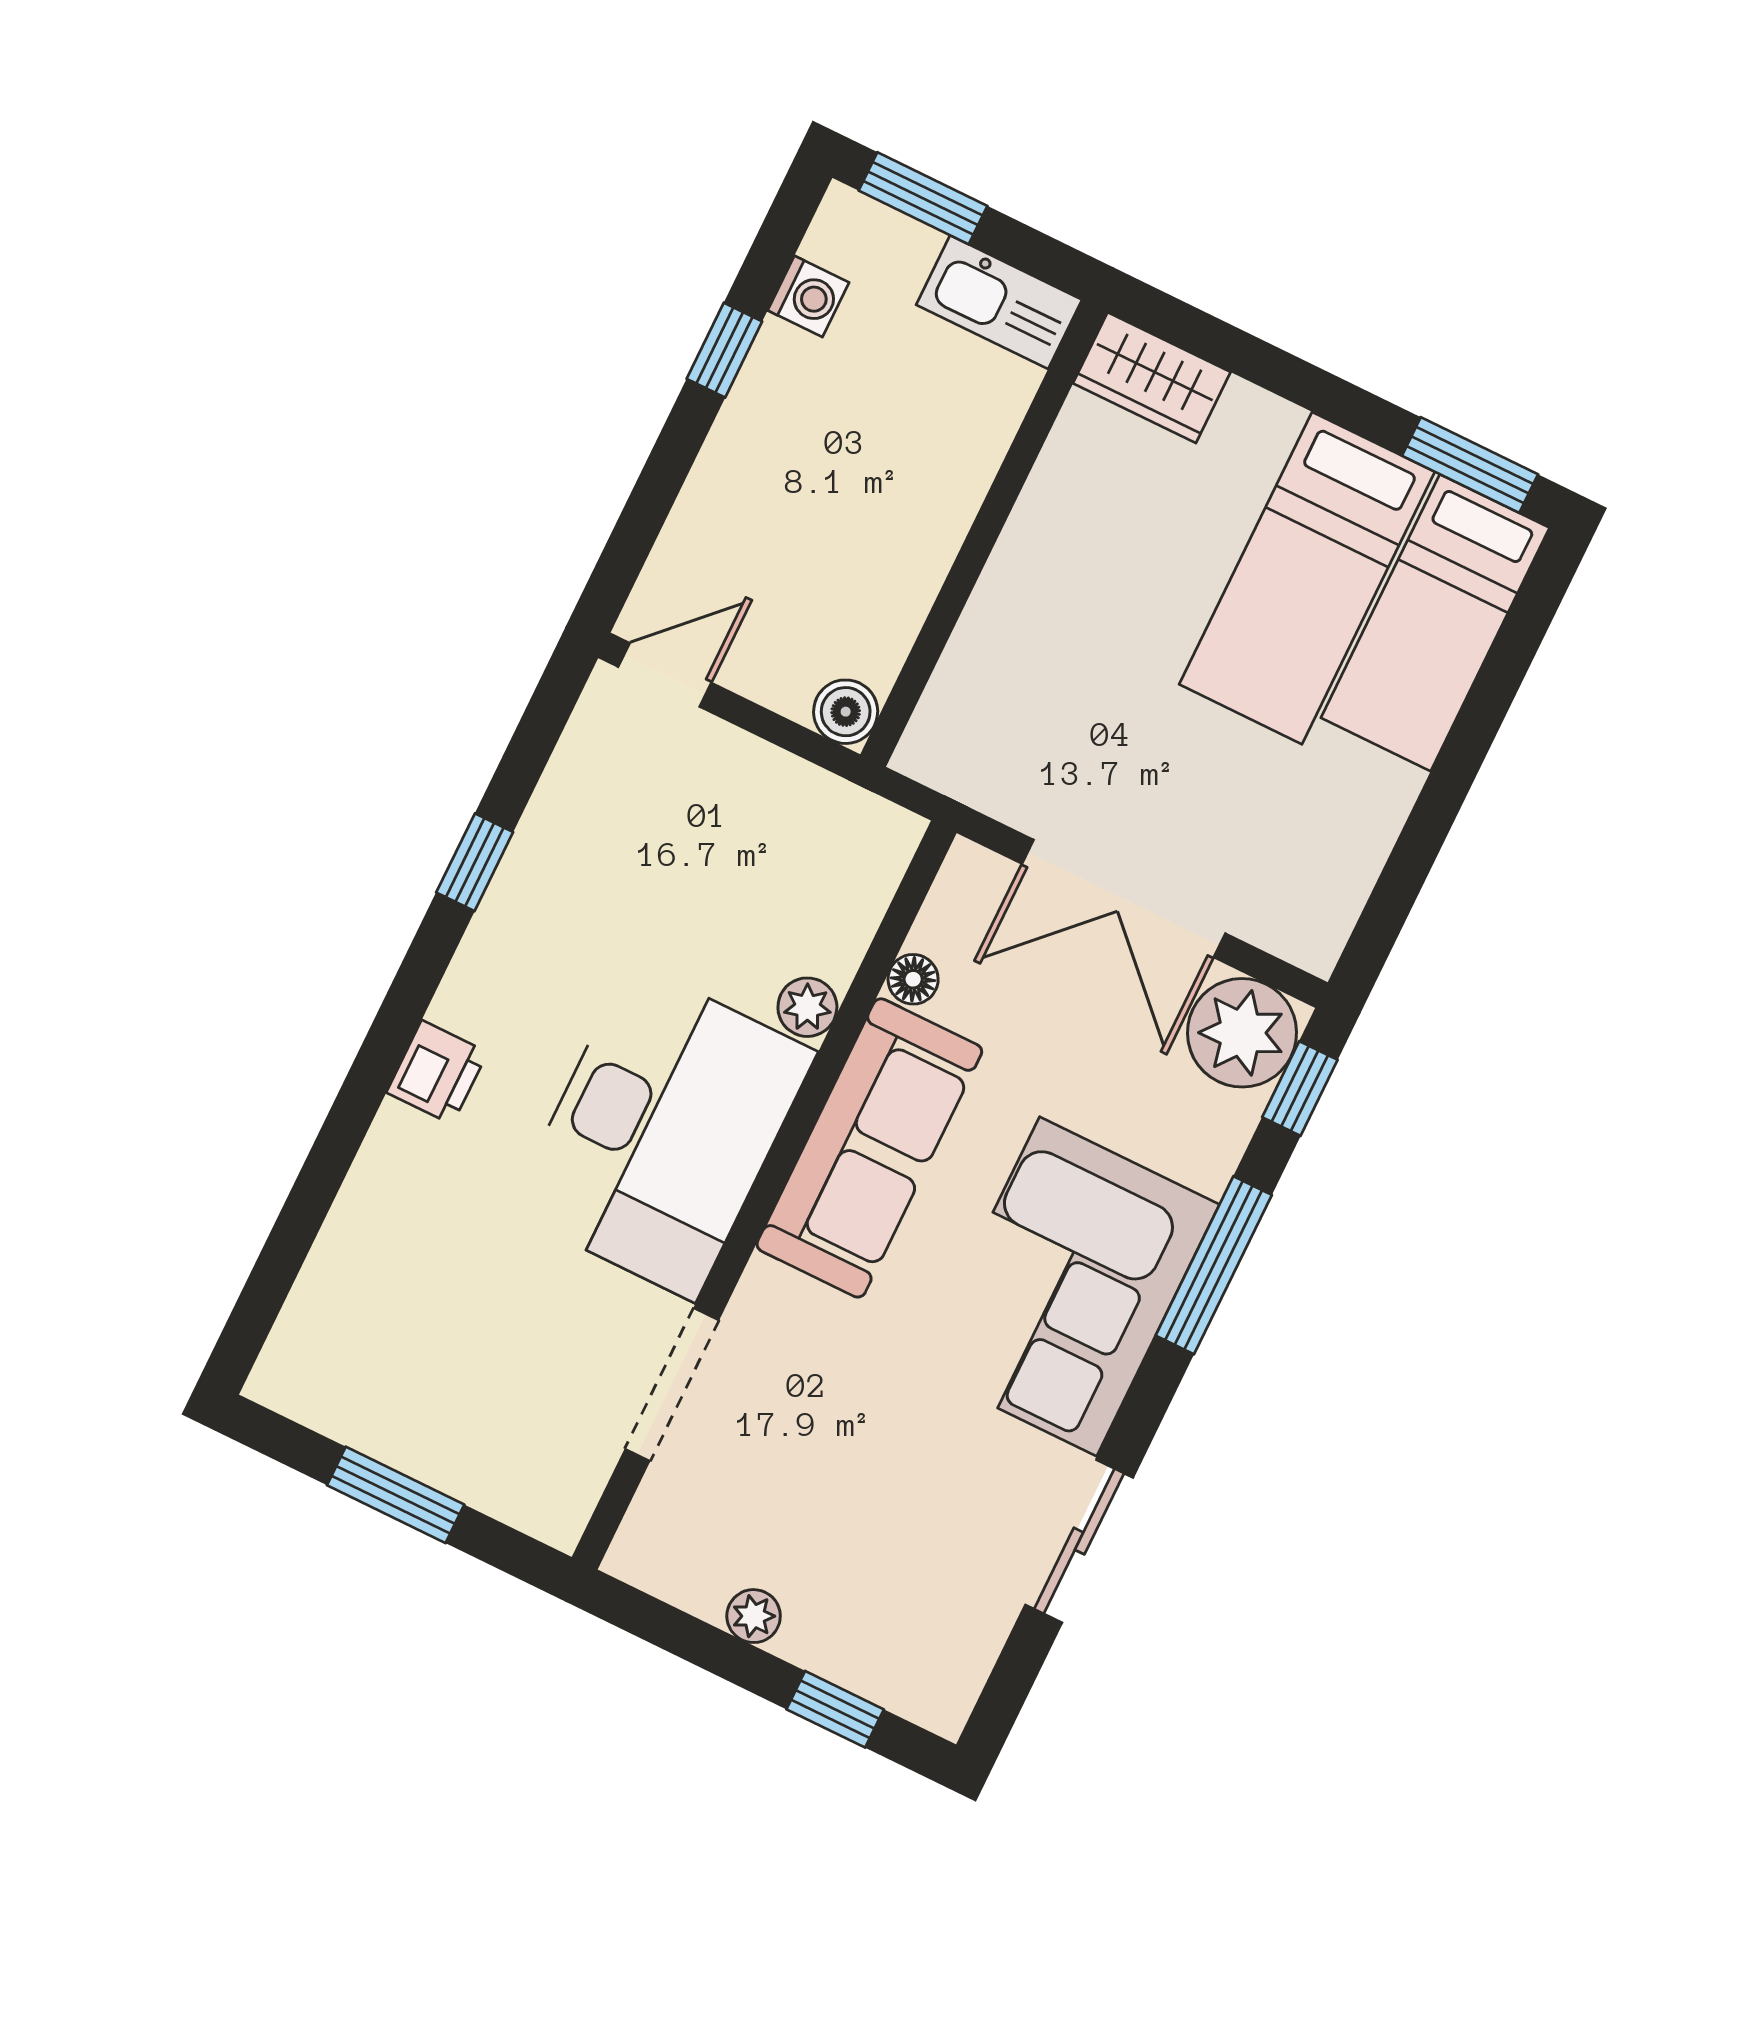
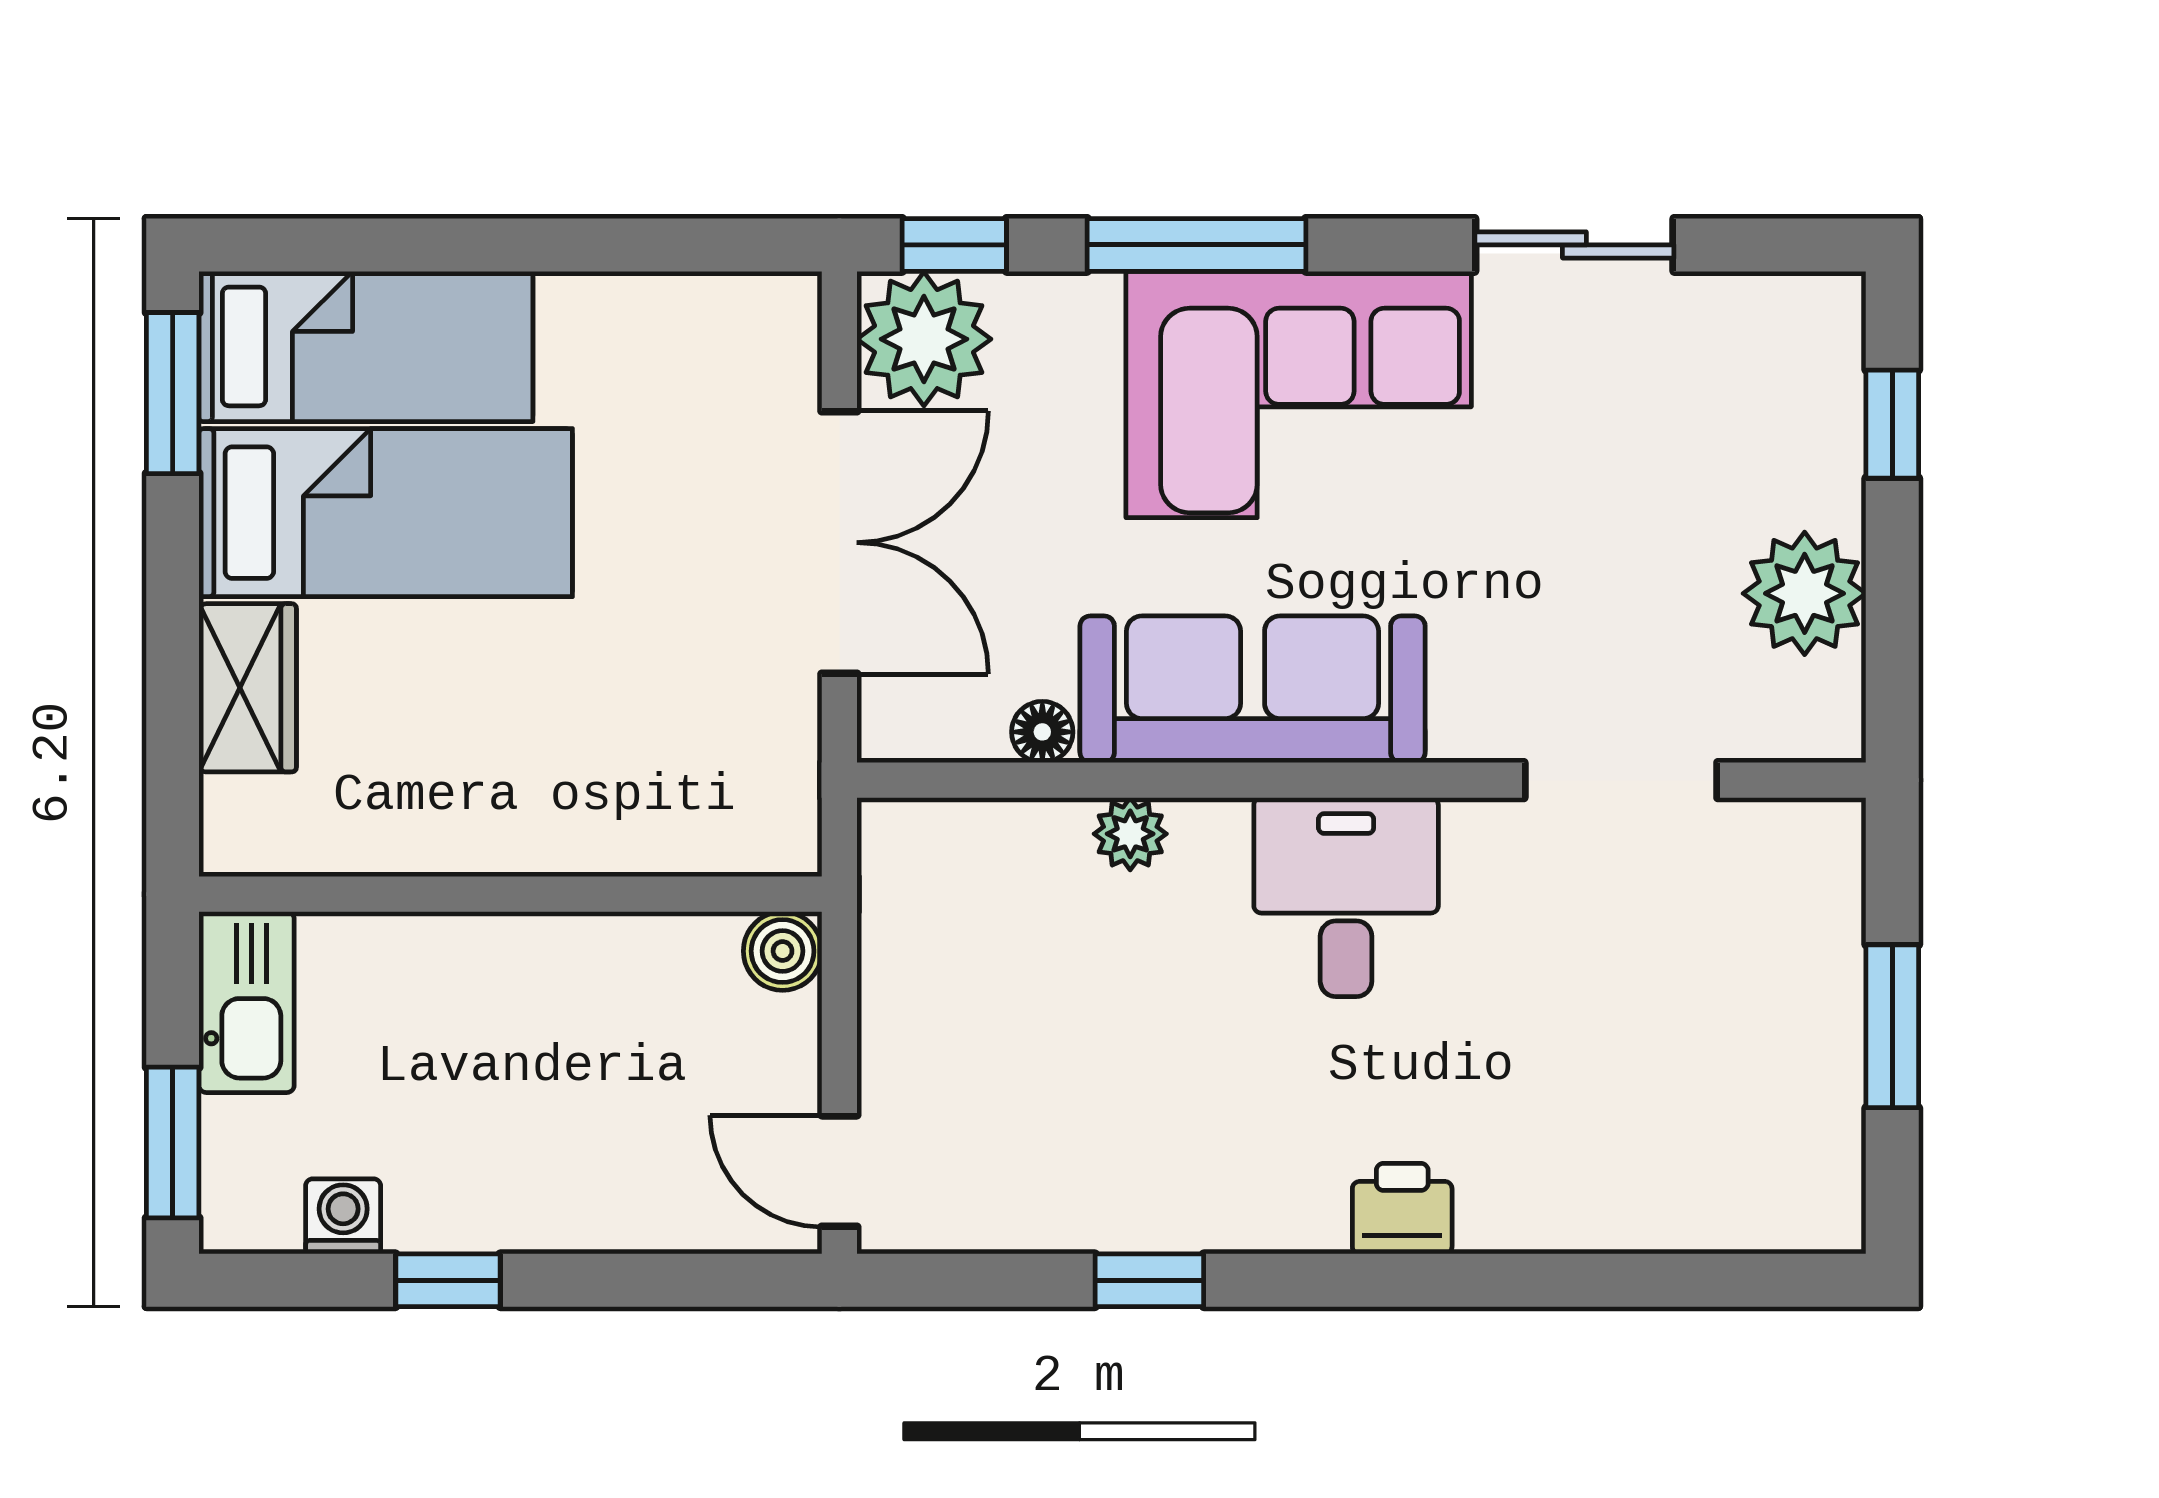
wardrobe: (1152, 378) -> (248, 688), moved
desk: (663, 1132) -> (1346, 897), width x0.53, depth x0.77
plant: (754, 1616) -> (1805, 593), width x1.87, depth x1.87

